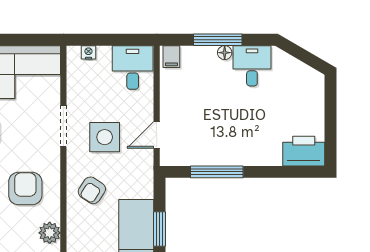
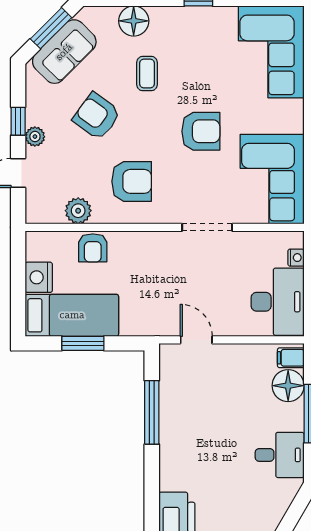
floor lamp: (225, 53) -> (288, 386), moved, width x1.89, depth x1.89
desk: (133, 68) -> (278, 302), width x1.37
side table: (105, 137) -> (194, 277), removed
armchair: (92, 190) -> (93, 248), moved, turned -123

